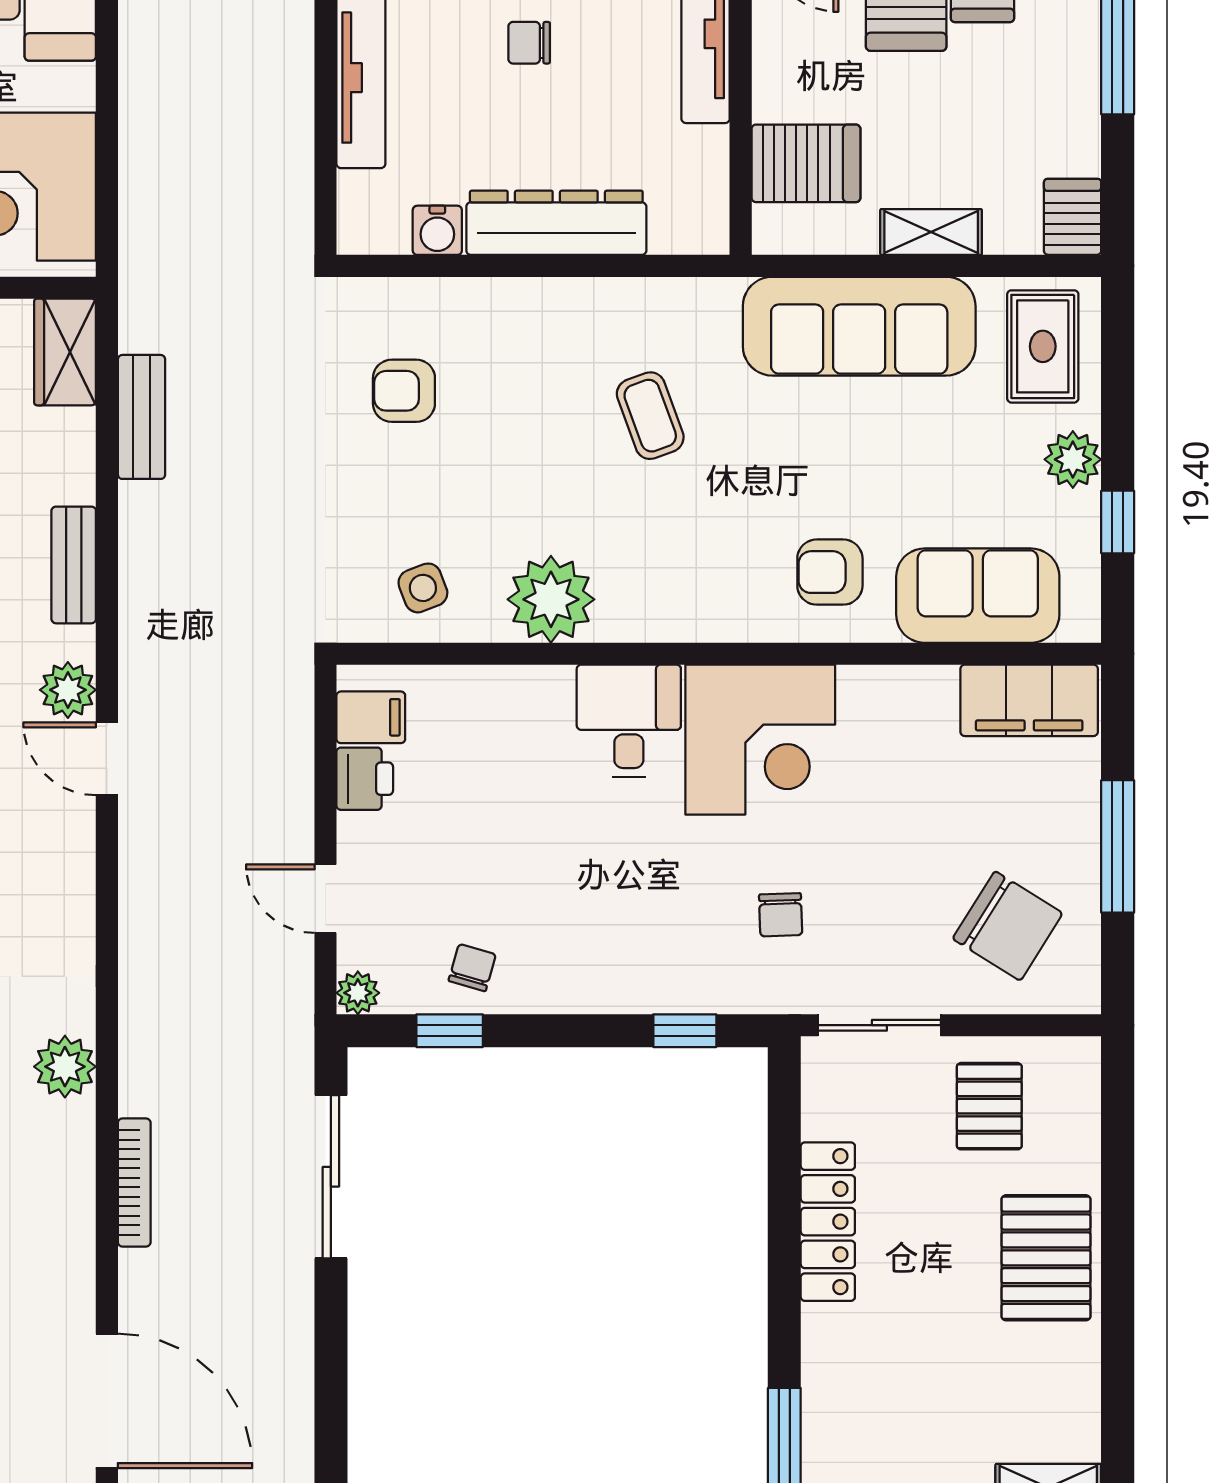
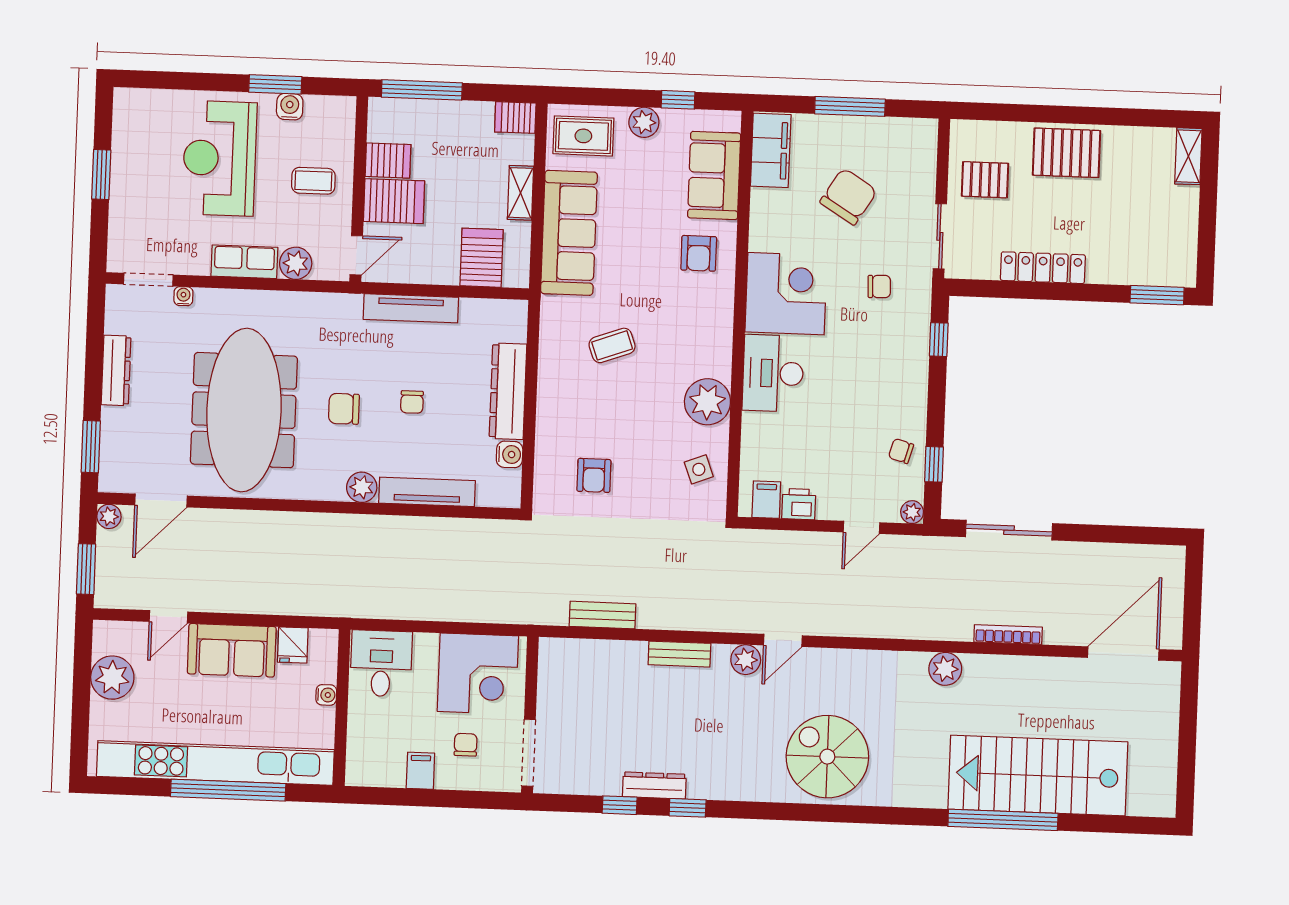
wardrobe: (65, 352) -> (566, 654), removed
desk: (629, 721) -> (773, 373), width x1.37
chair: (1008, 926) -> (848, 196), moved

